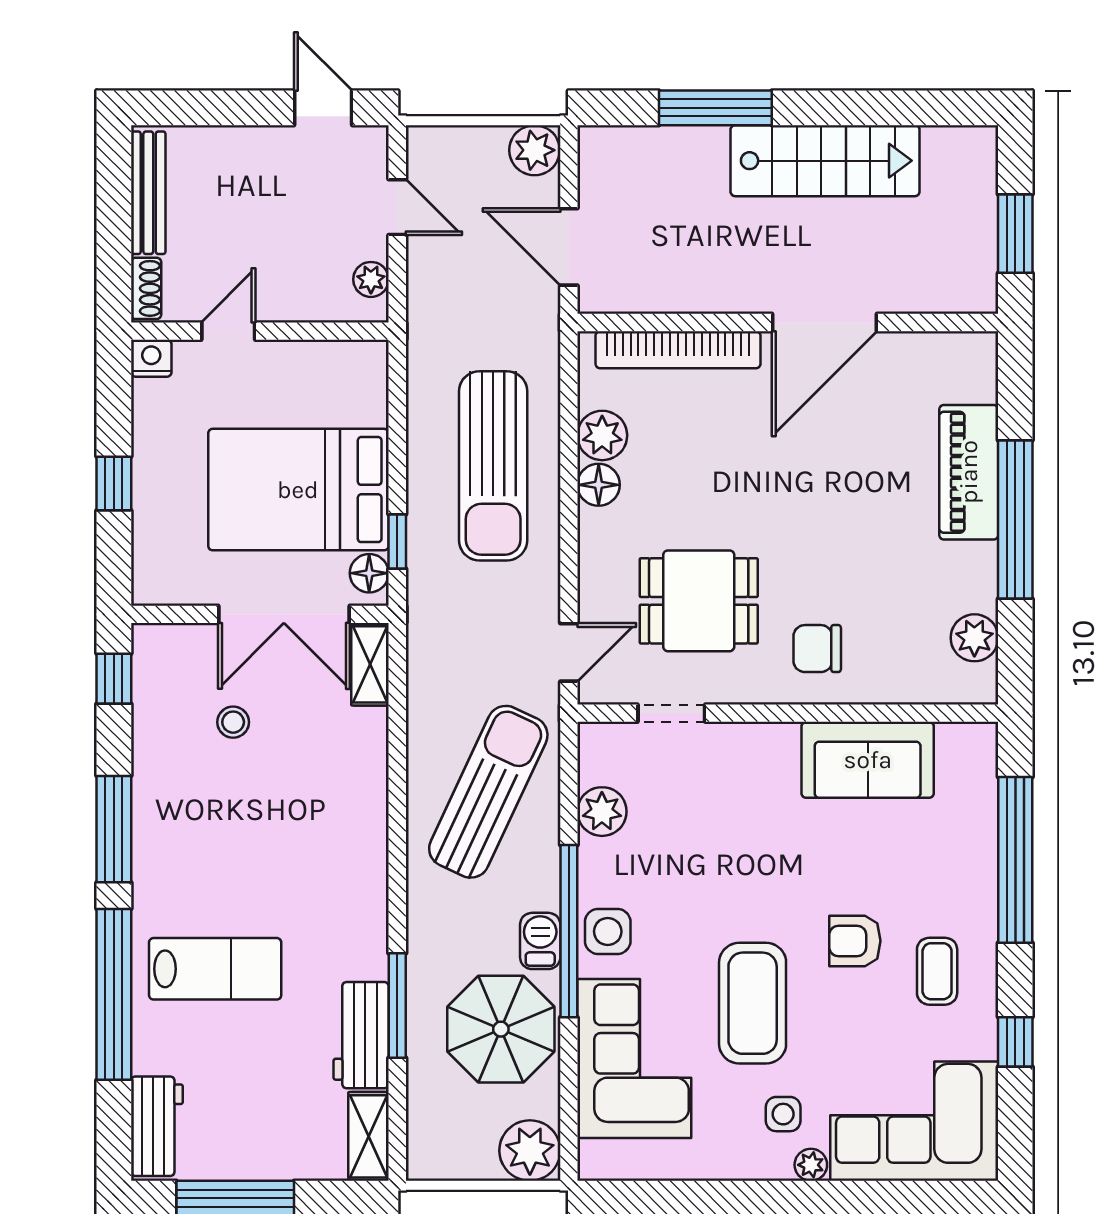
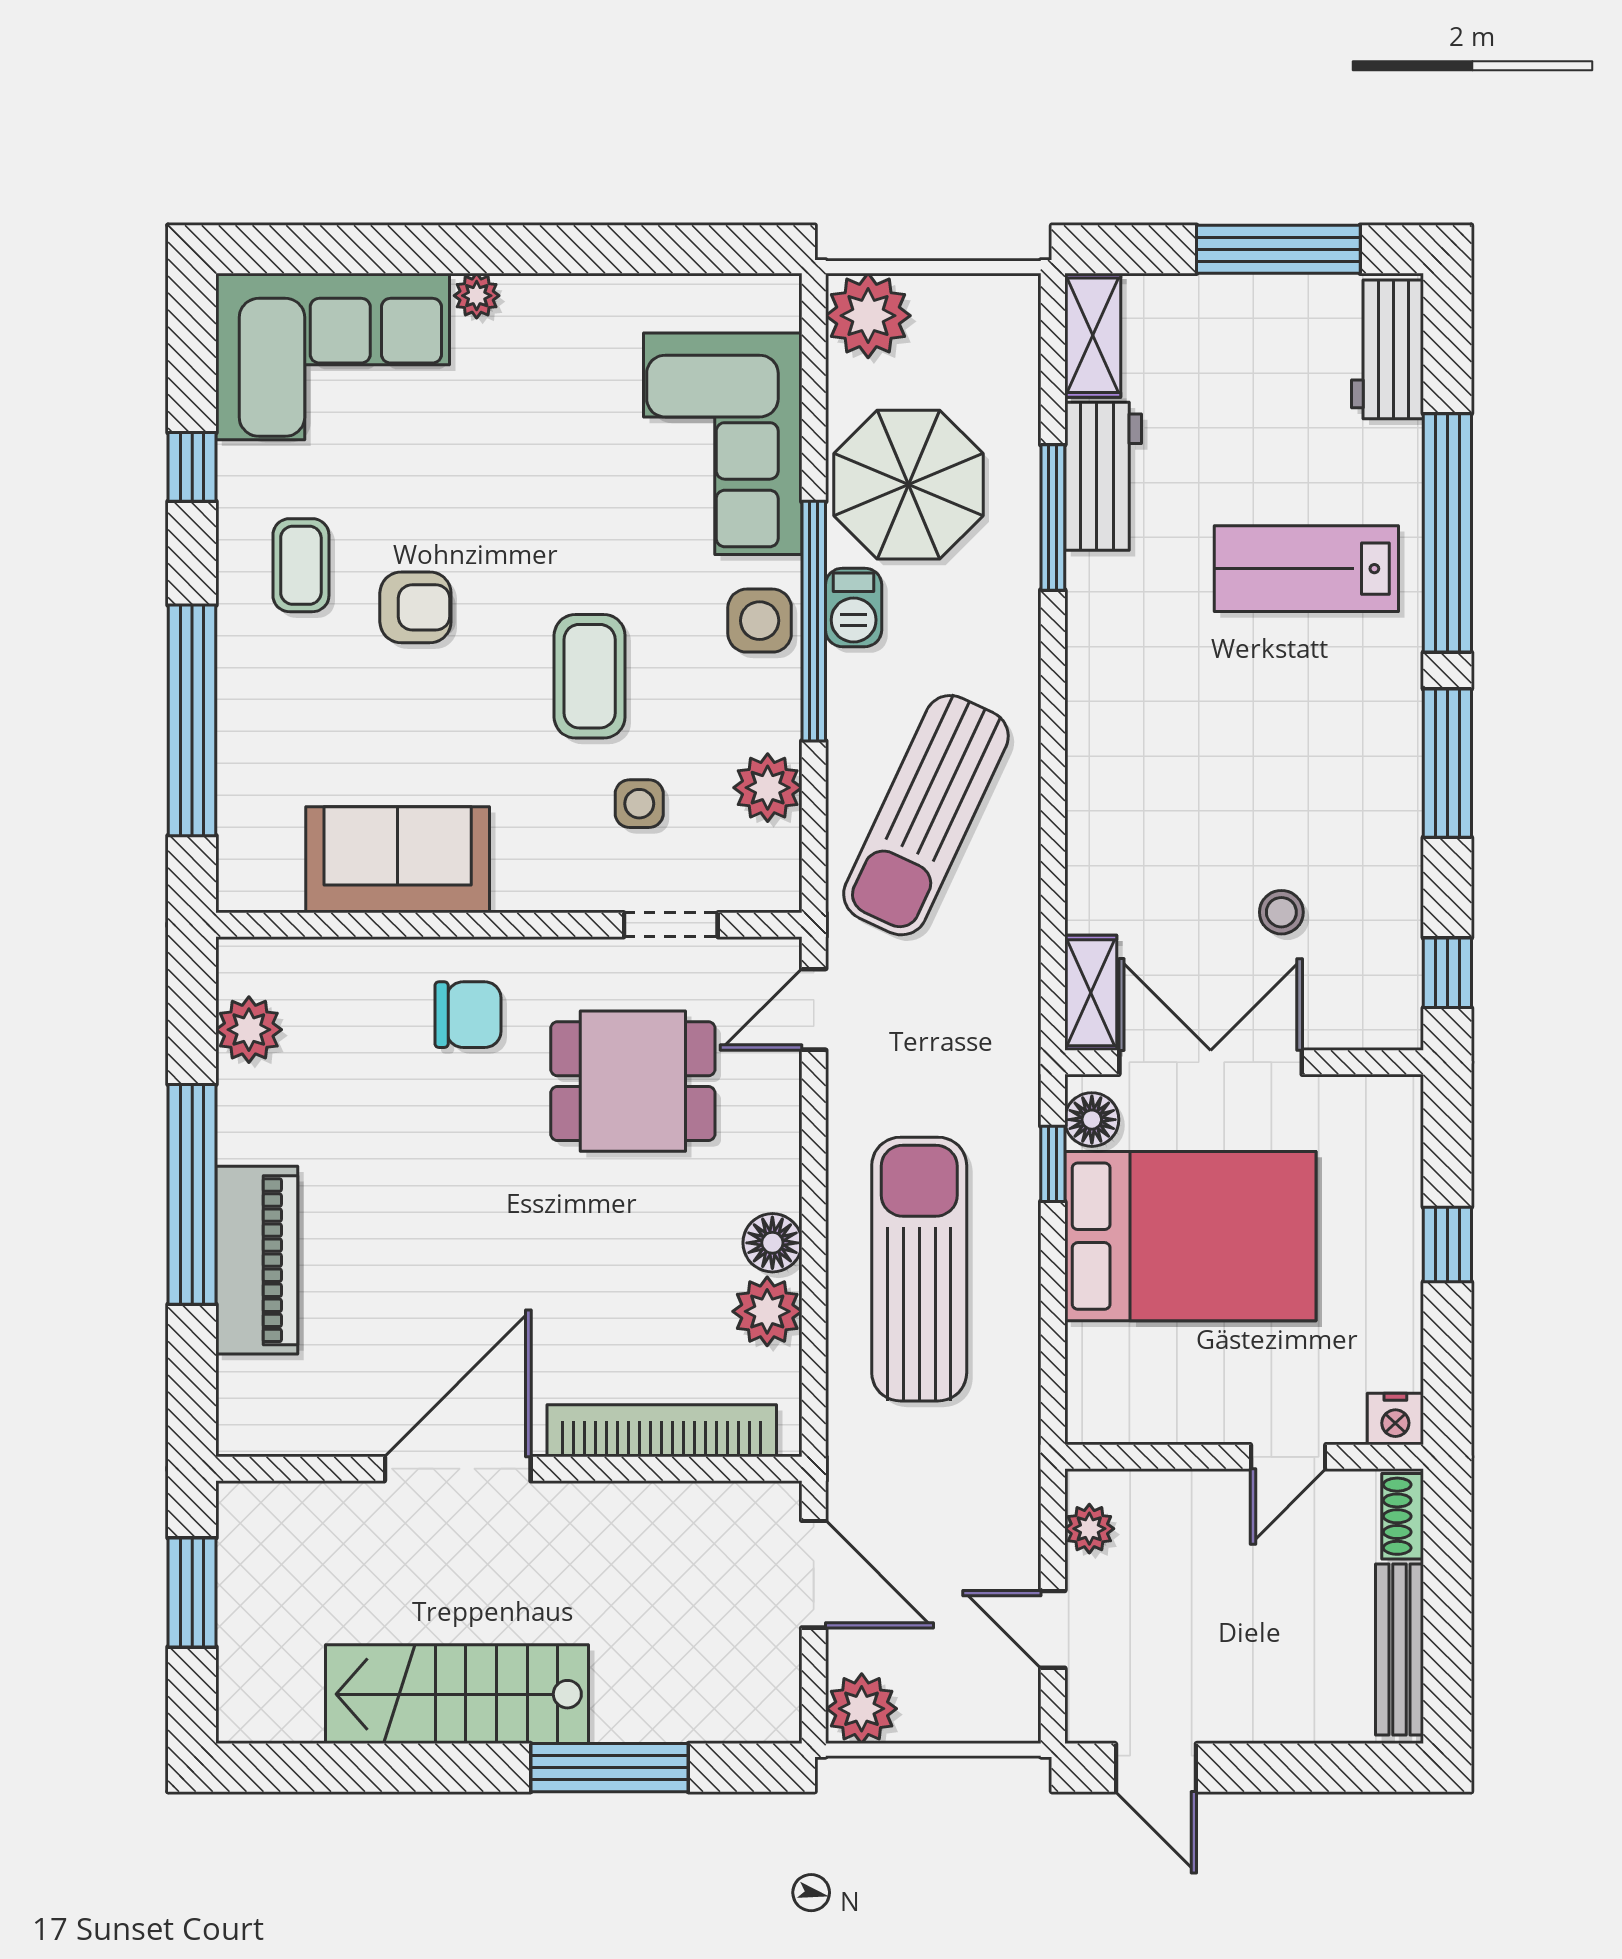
coffee table: (753, 1003) -> (590, 676), moved, width x0.73, depth x0.76
side table: (783, 1114) -> (639, 804), moved

